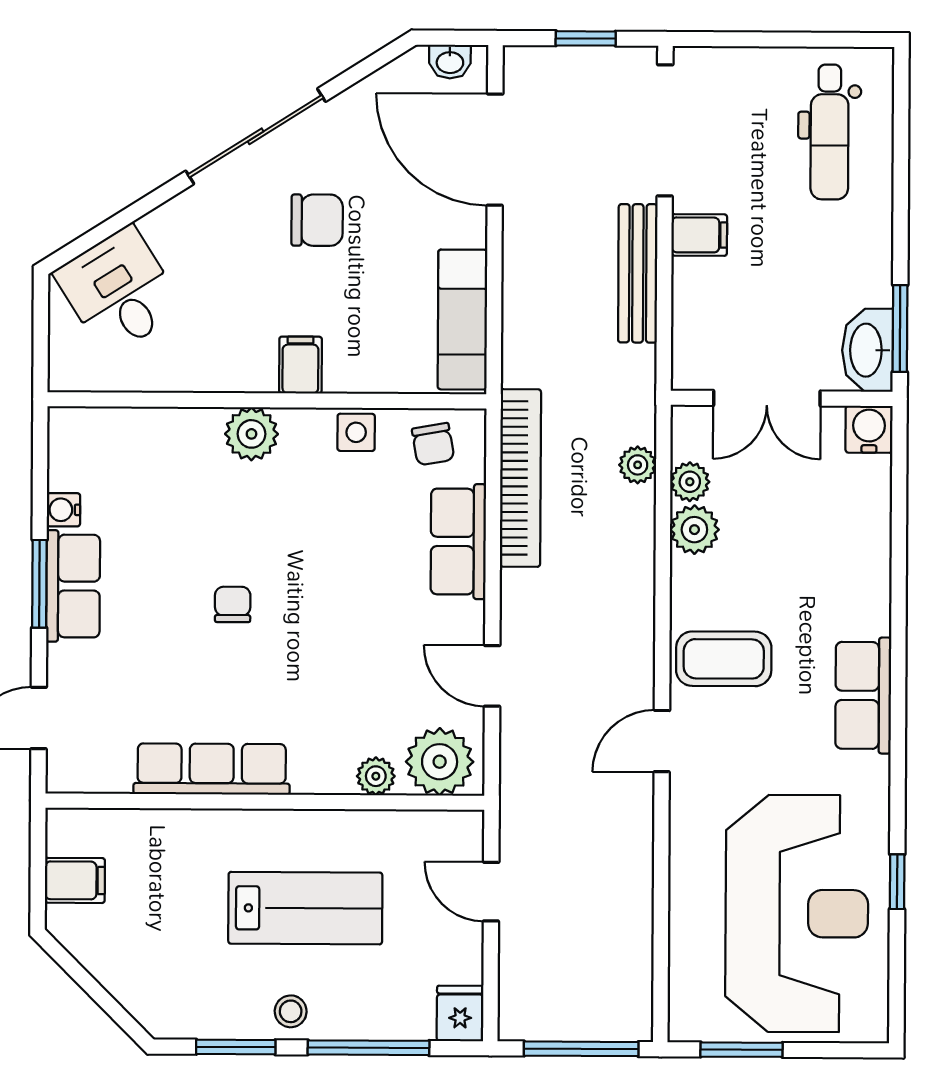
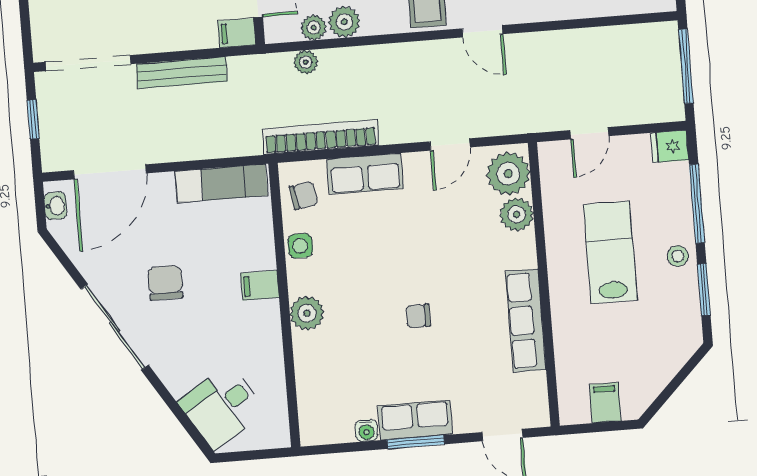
filing cabinet: (699, 235) -> (237, 33), moved, turned -90
plant: (376, 776) -> (517, 214), width x1.38, depth x1.38

